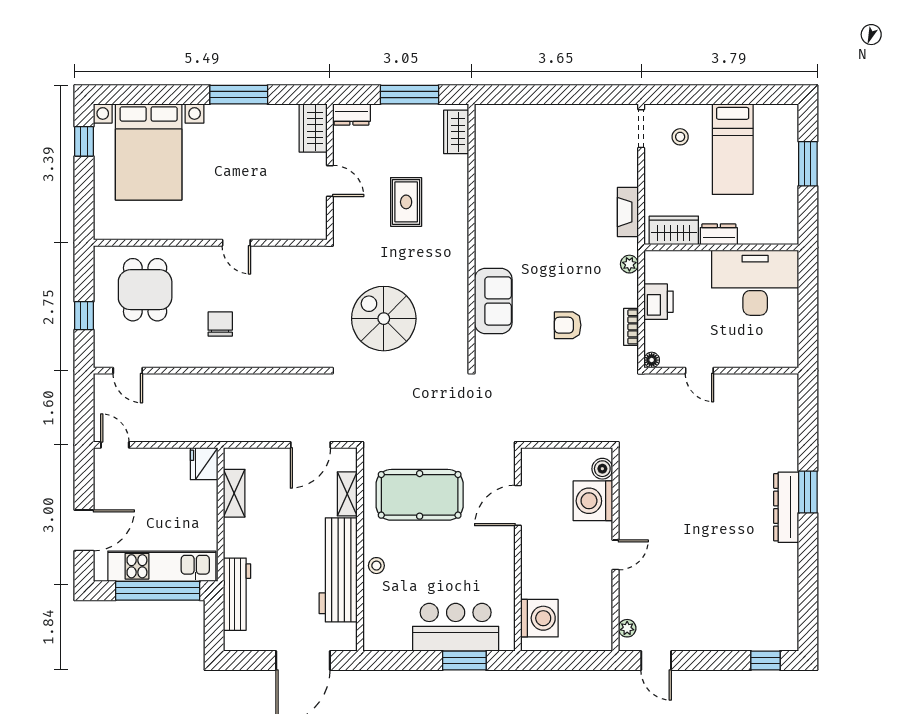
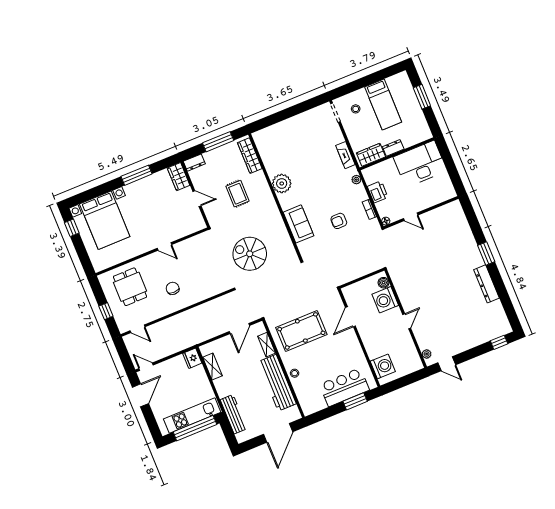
wardrobe: (456, 132) -> (250, 156), width x1.50
plant: (493, 216) -> (282, 183), added
dresser: (786, 507) -> (487, 284), moved
door: (84, 530) -> (140, 395), moved

